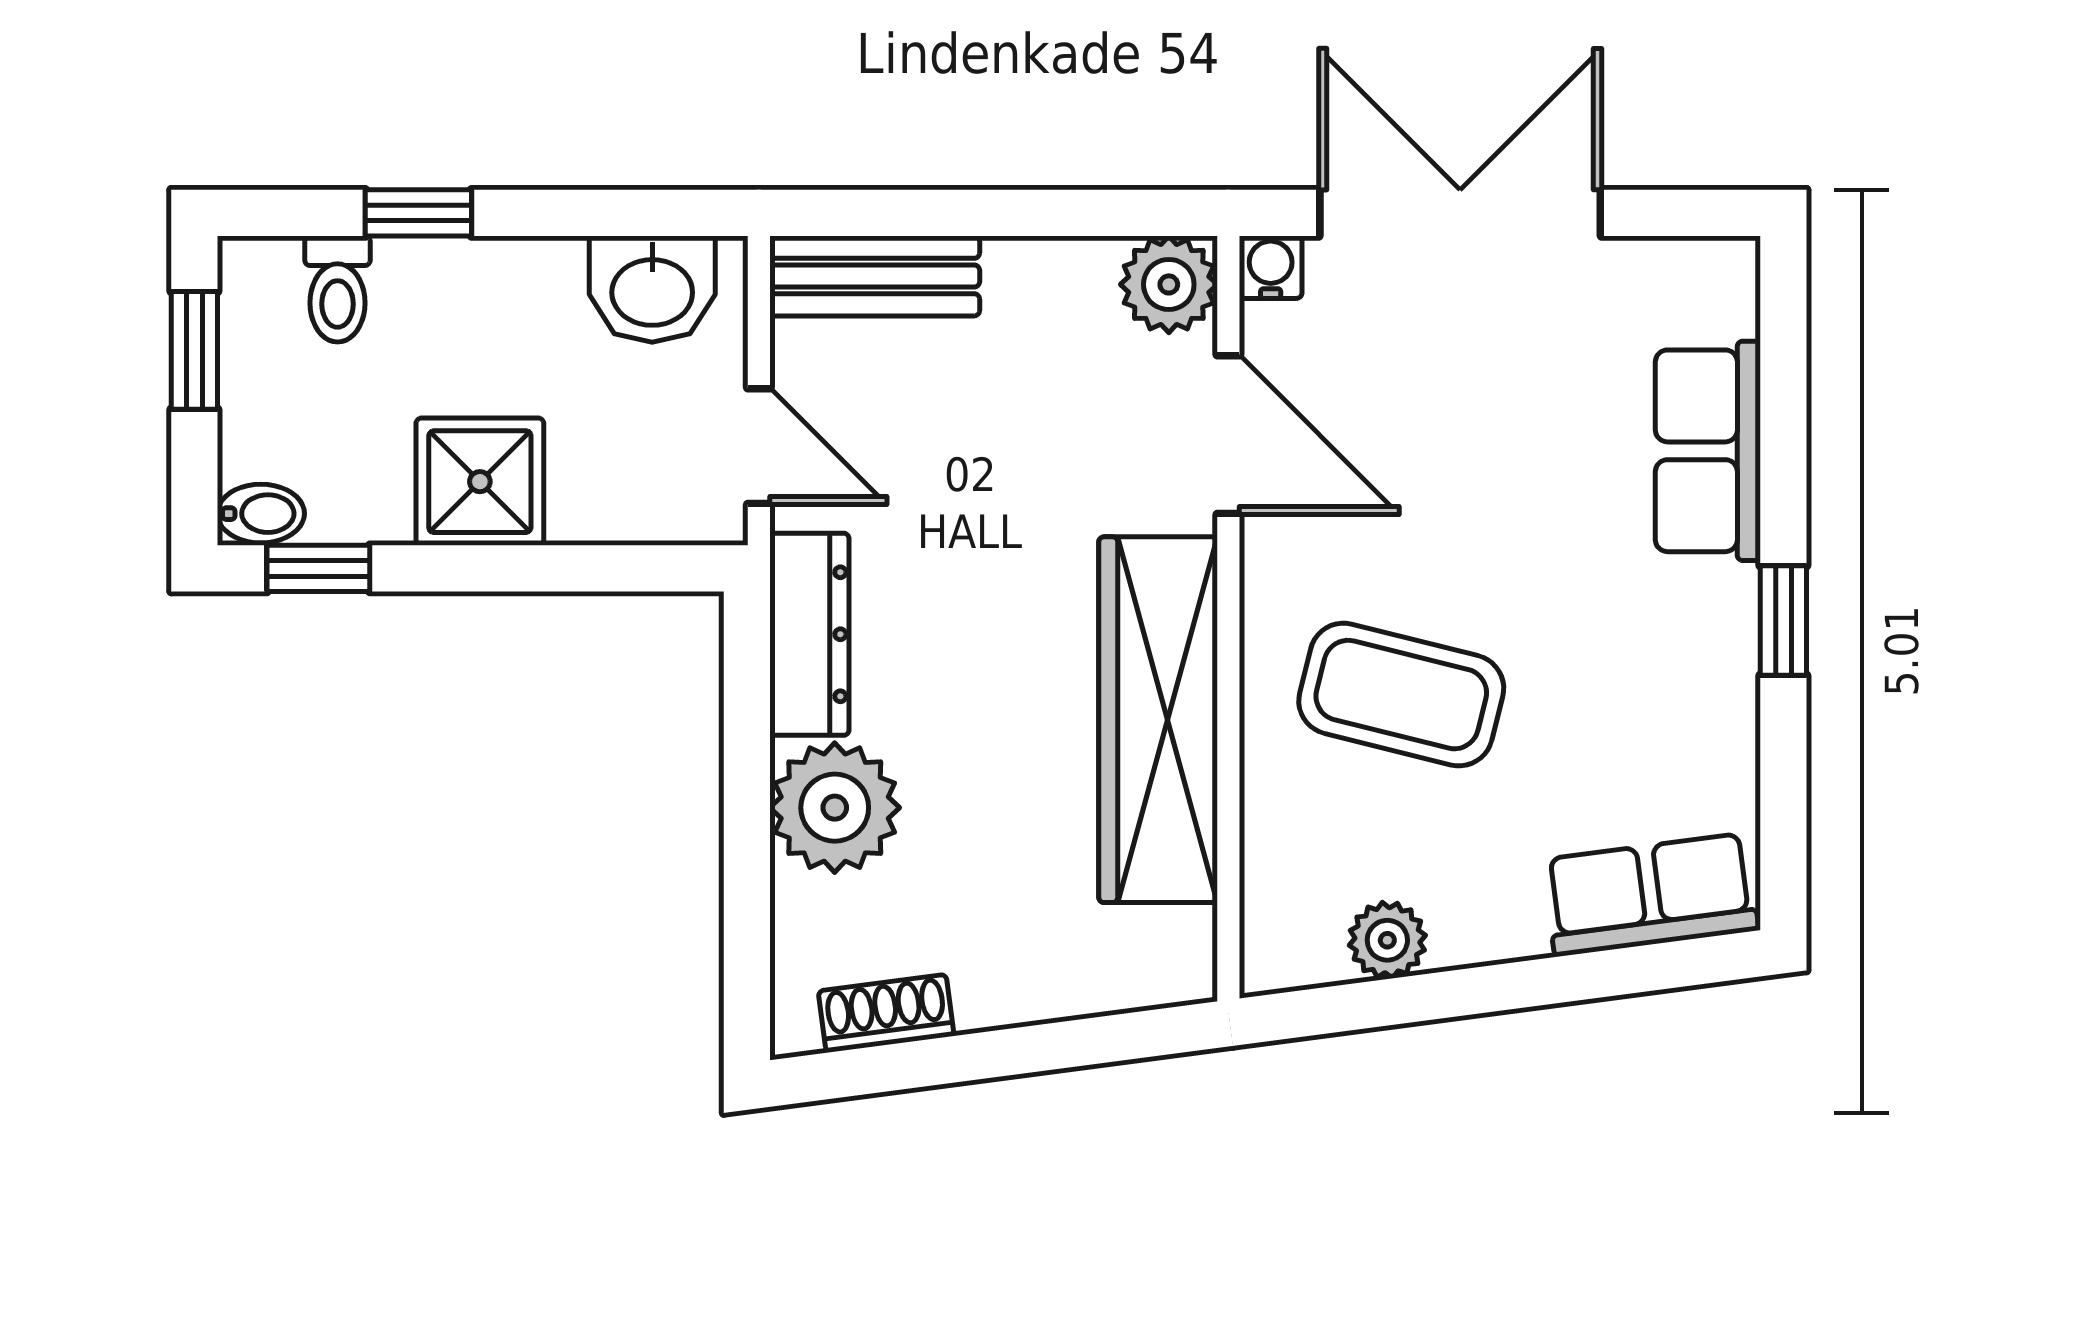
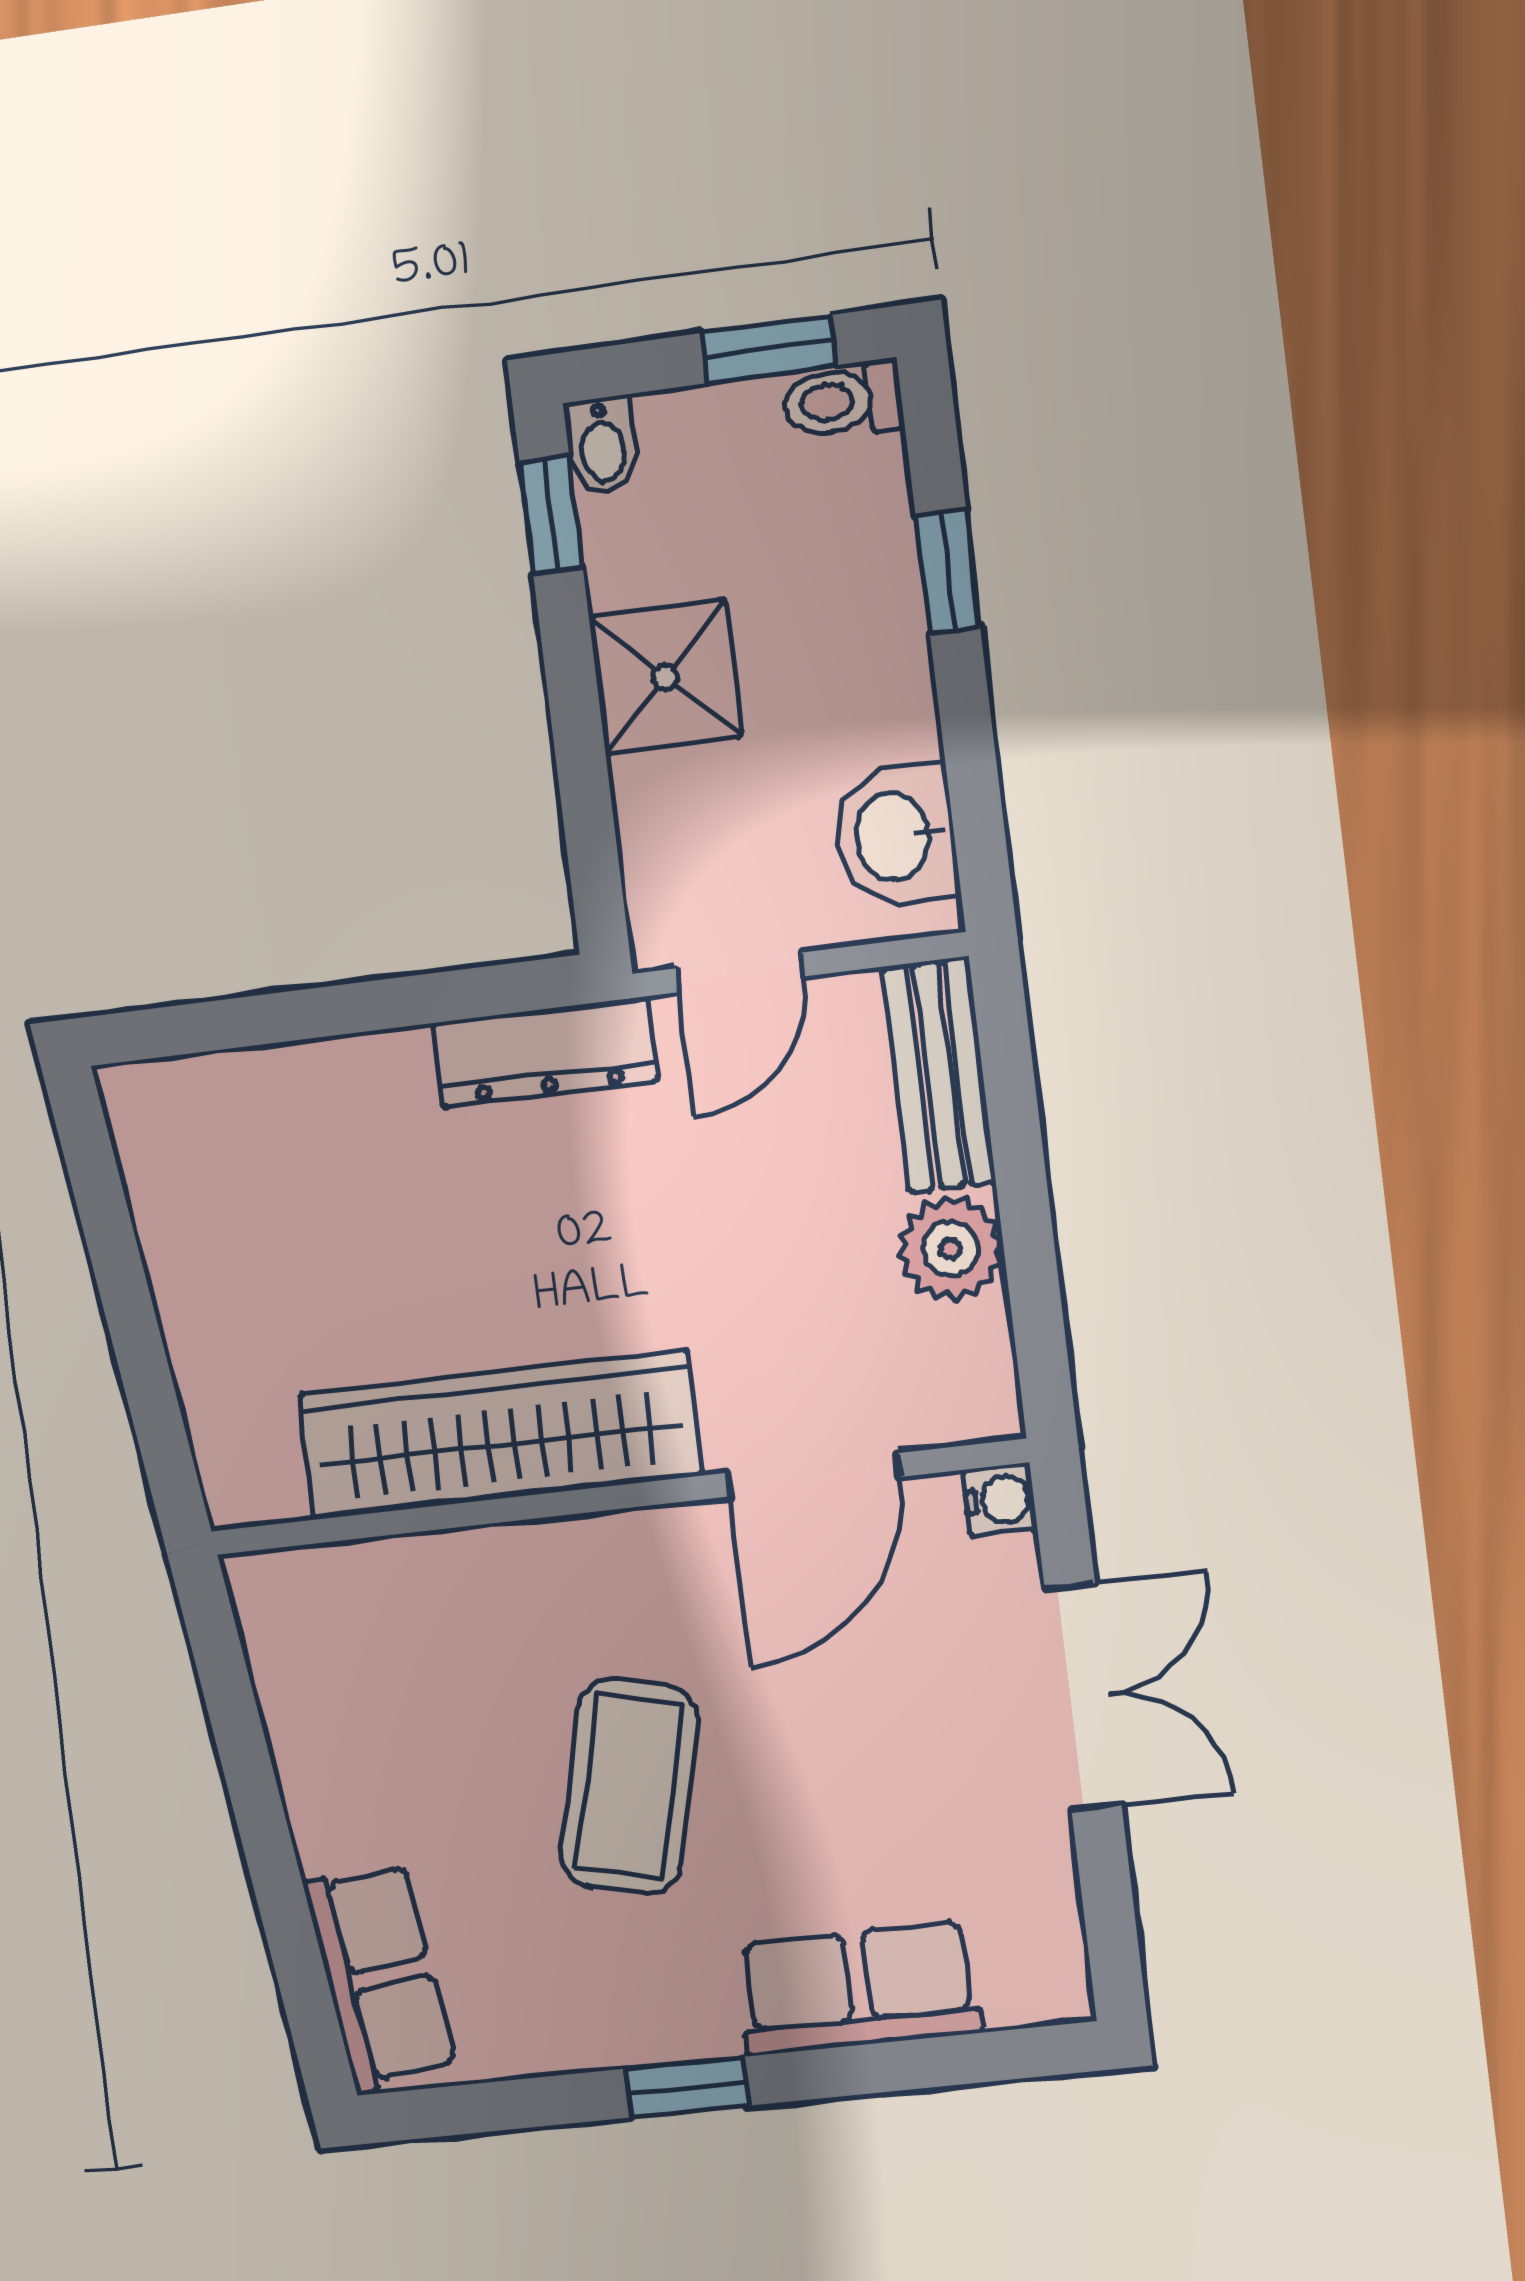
double door: (1460, 213) -> (1083, 1697), width x0.73
plant: (1169, 284) -> (951, 1249), moved
toilet: (337, 289) -> (843, 400), moved
coffee table: (1401, 695) -> (629, 1786), moved
plant: (835, 808) -> (365, 1102), removed
plant: (1387, 940) -> (298, 1704), removed
shoe rack: (886, 1013) -> (155, 1183), removed

